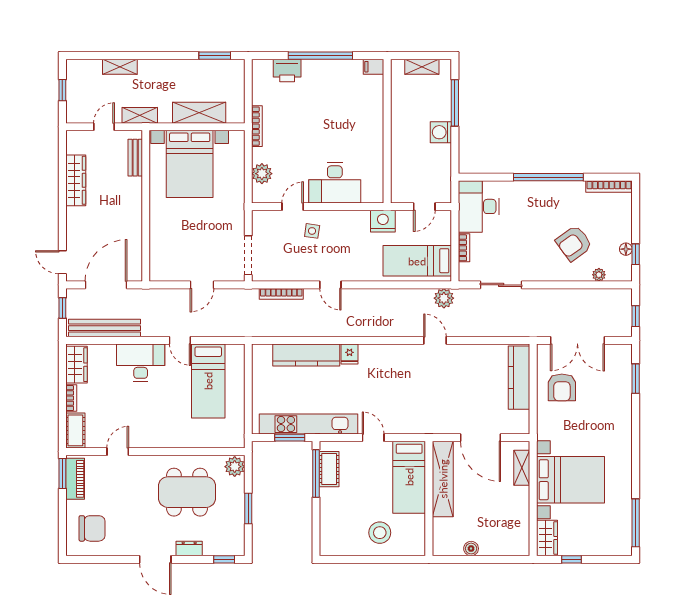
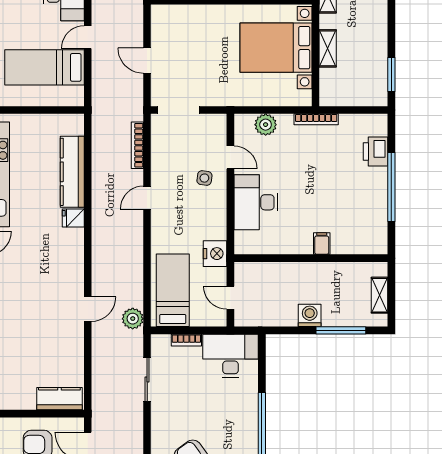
filing cabinet: (374, 67) -> (322, 244), moved
shelving: (199, 113) -> (328, 48), width x0.67, depth x0.75
kitchen counter: (519, 378) -> (59, 399), width x0.67

